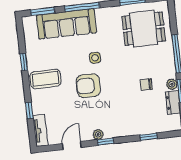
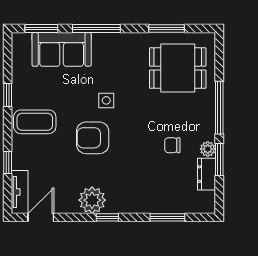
sofa: (66, 24) -> (62, 49), width x0.73
plant: (98, 134) -> (92, 200), width x1.88, depth x1.88
window: (148, 137) -> (167, 217), width x1.50
door: (72, 145) -> (41, 217), moved

